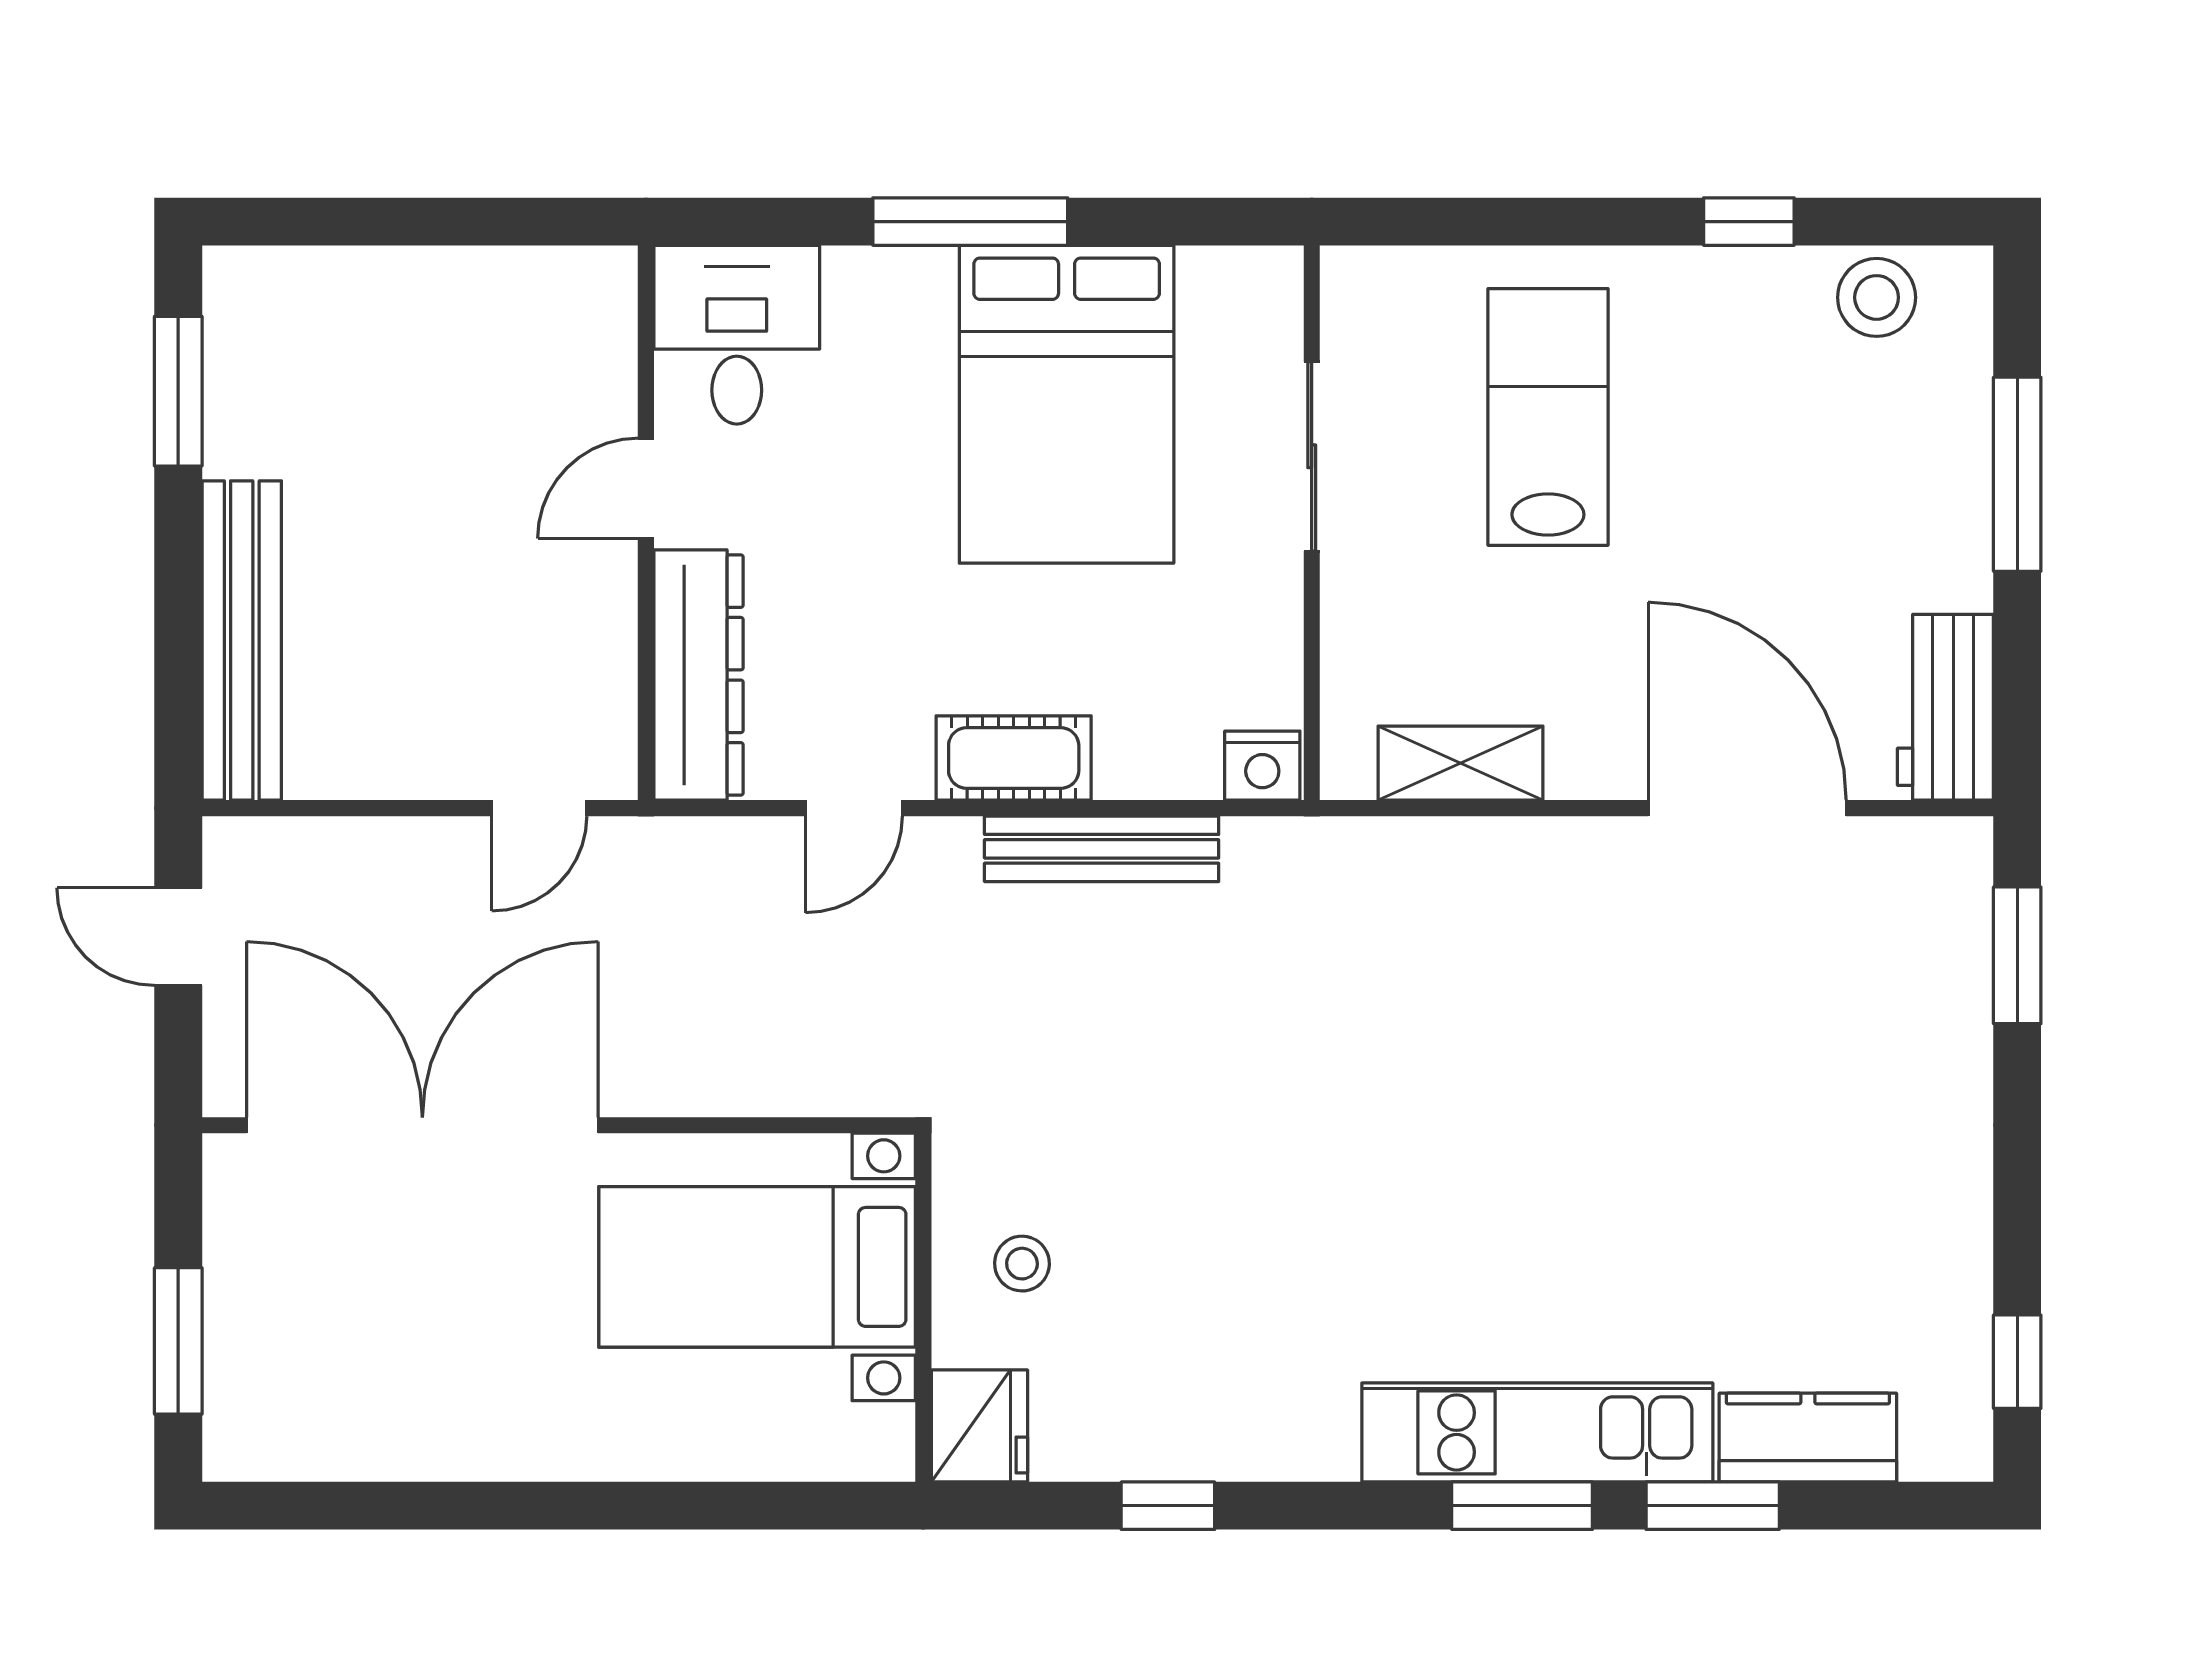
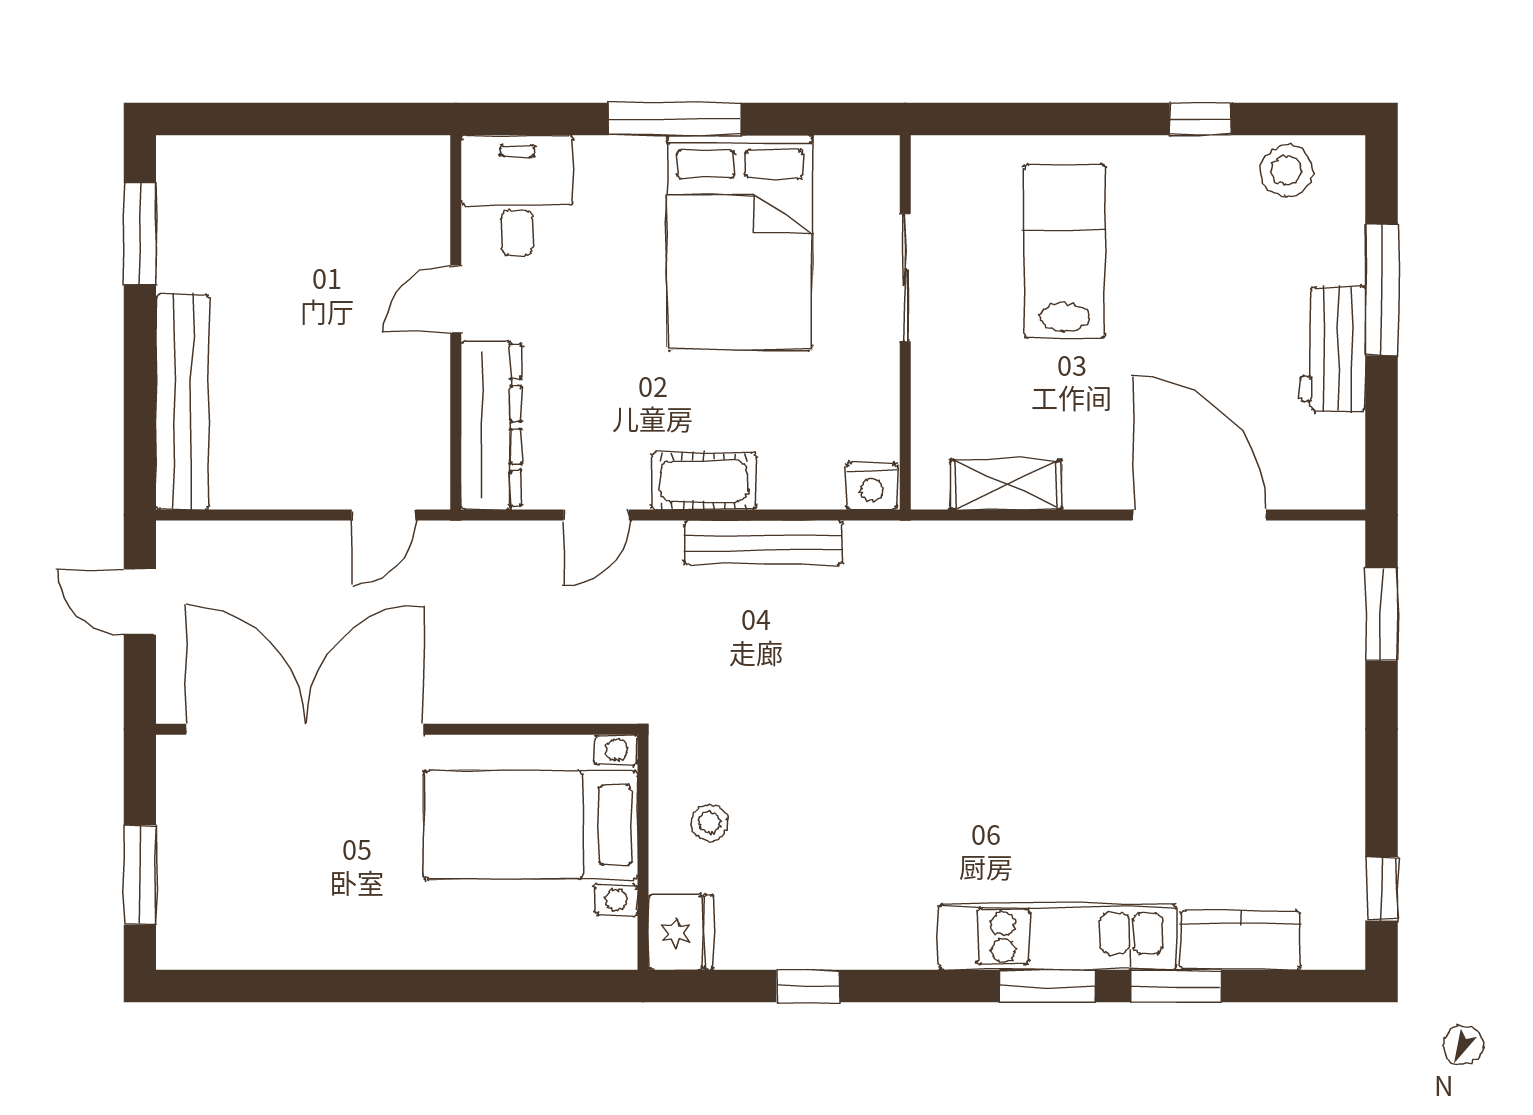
workbench: (1945, 707) -> (1333, 349), moved

